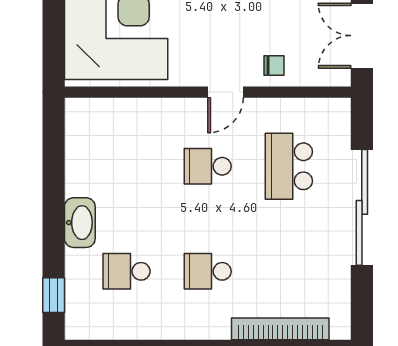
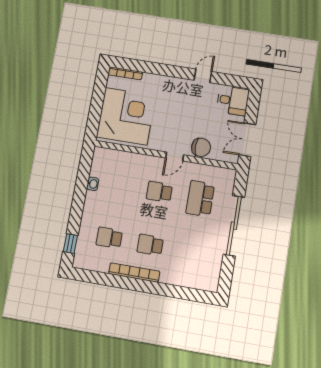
chair: (274, 66) -> (201, 147), width x1.87, depth x1.87
washbasin: (80, 223) -> (93, 184), moved, width x0.52, depth x0.69
bookcase: (280, 329) -> (134, 273), moved

